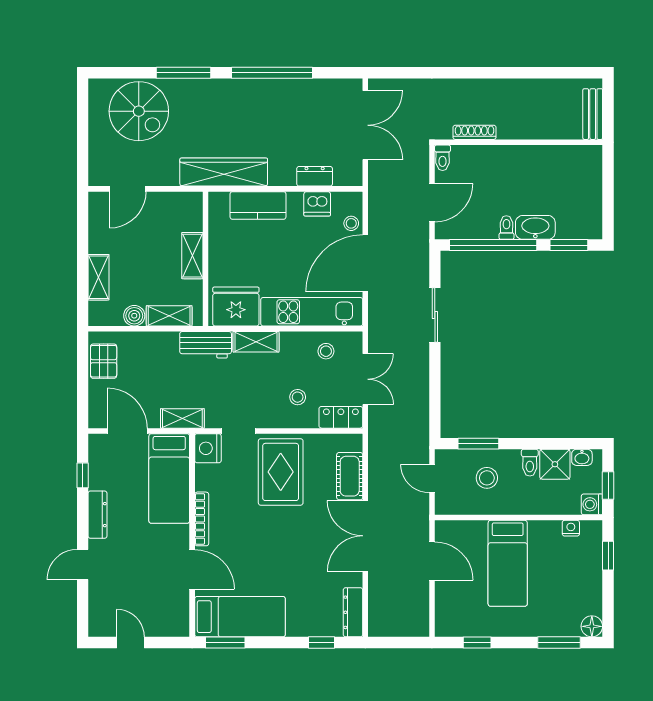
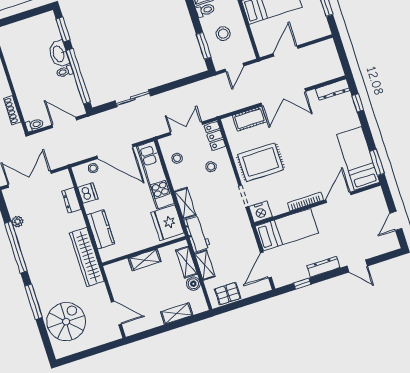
plant: (309, 87) -> (17, 222), added
shelving: (182, 418) -> (205, 265), moved

